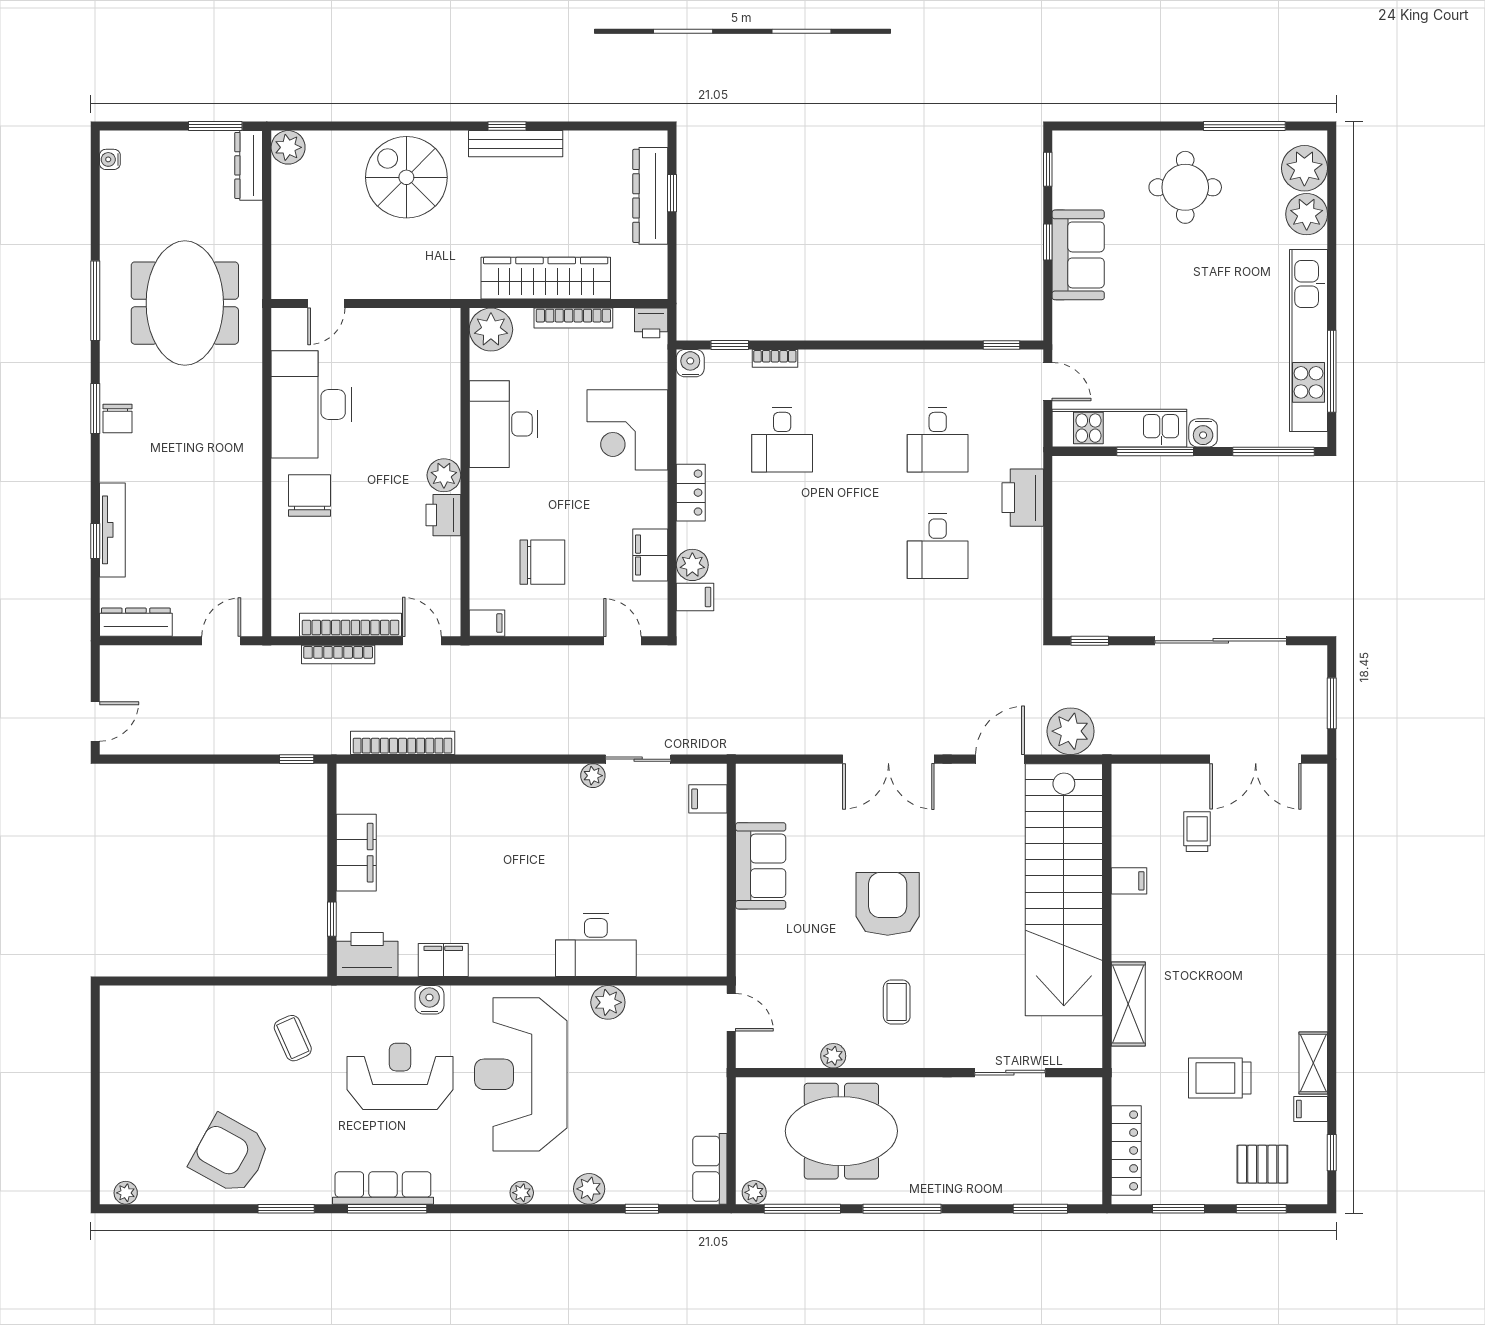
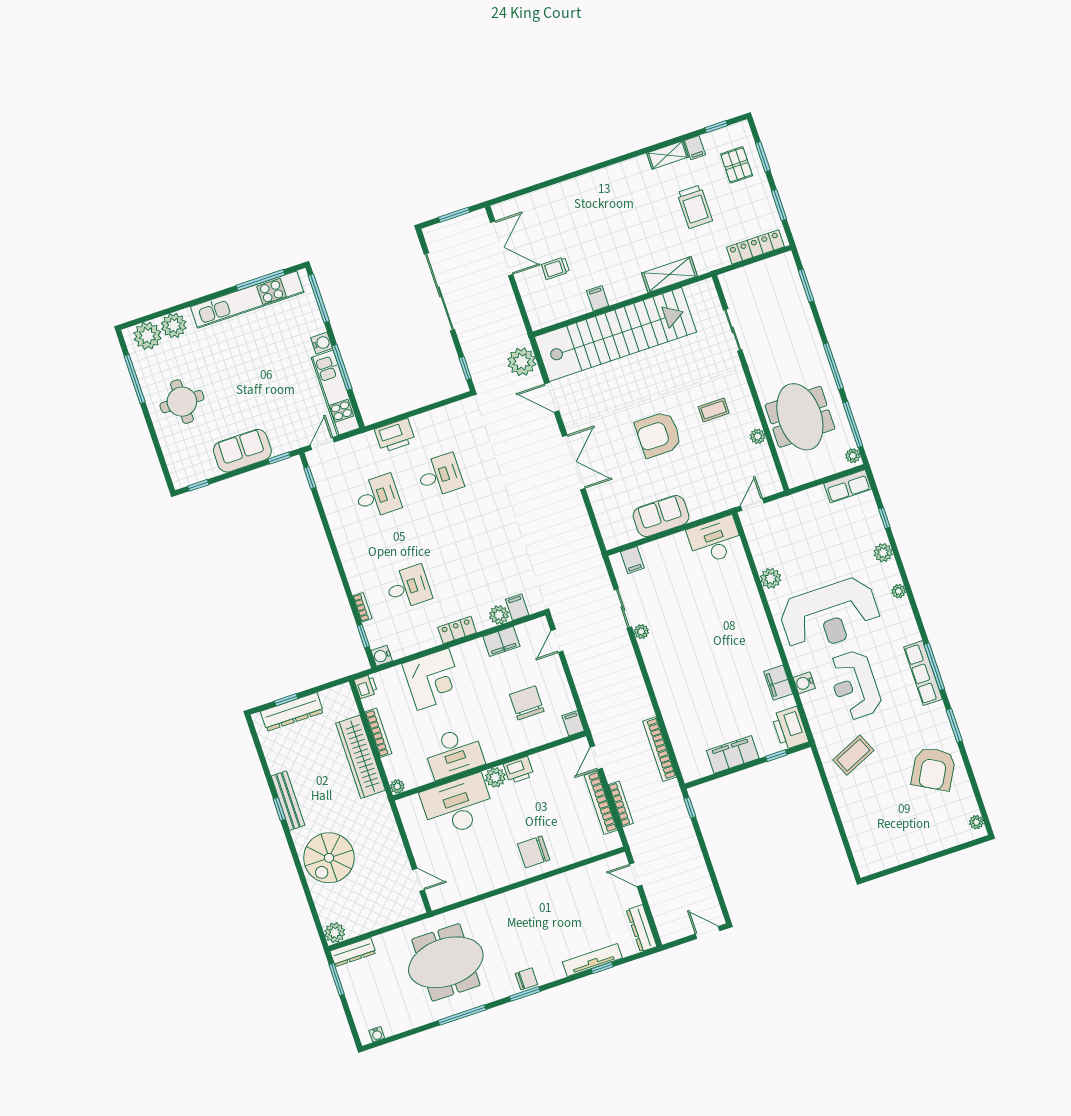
window: (1048, 242) -> (279, 458), moved
plant: (491, 330) -> (397, 786), width x0.53, depth x0.53
desk: (311, 404) -> (458, 805), moved, turned 180
desk: (596, 945) -> (715, 540), moved, turned -90
coffee table: (293, 1038) -> (853, 755), width x1.36, depth x1.30

